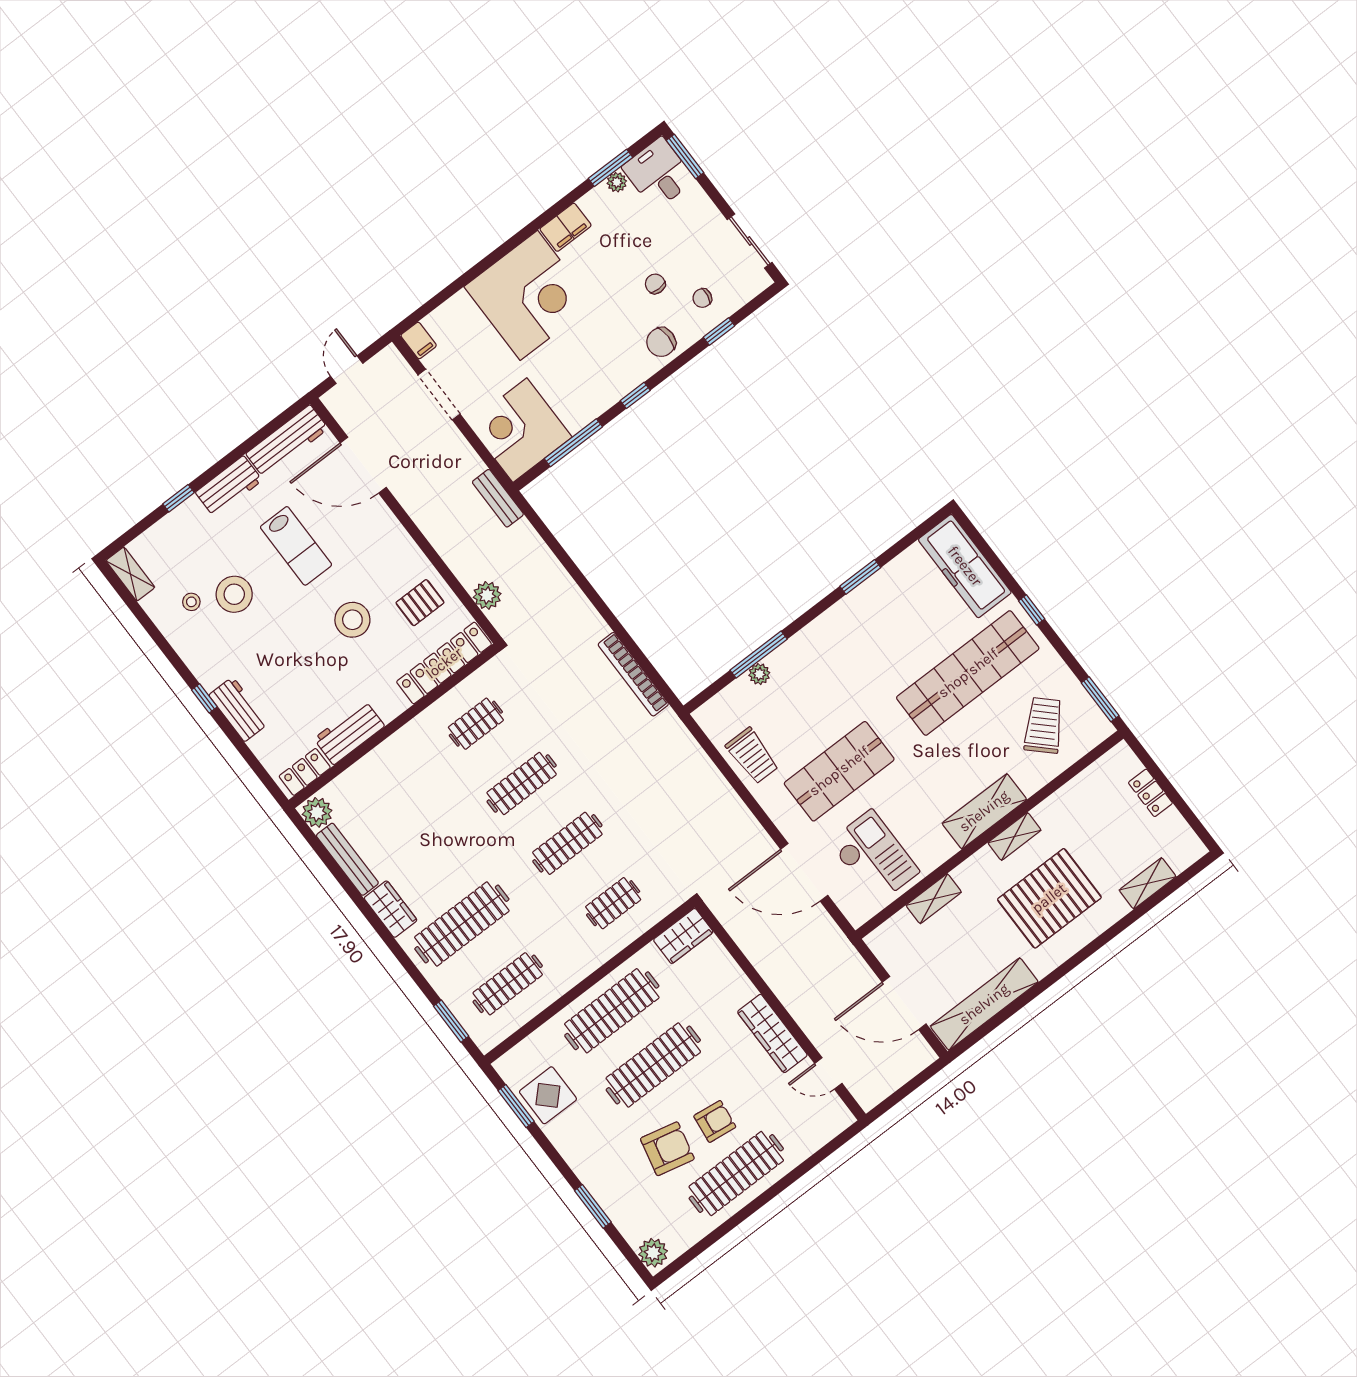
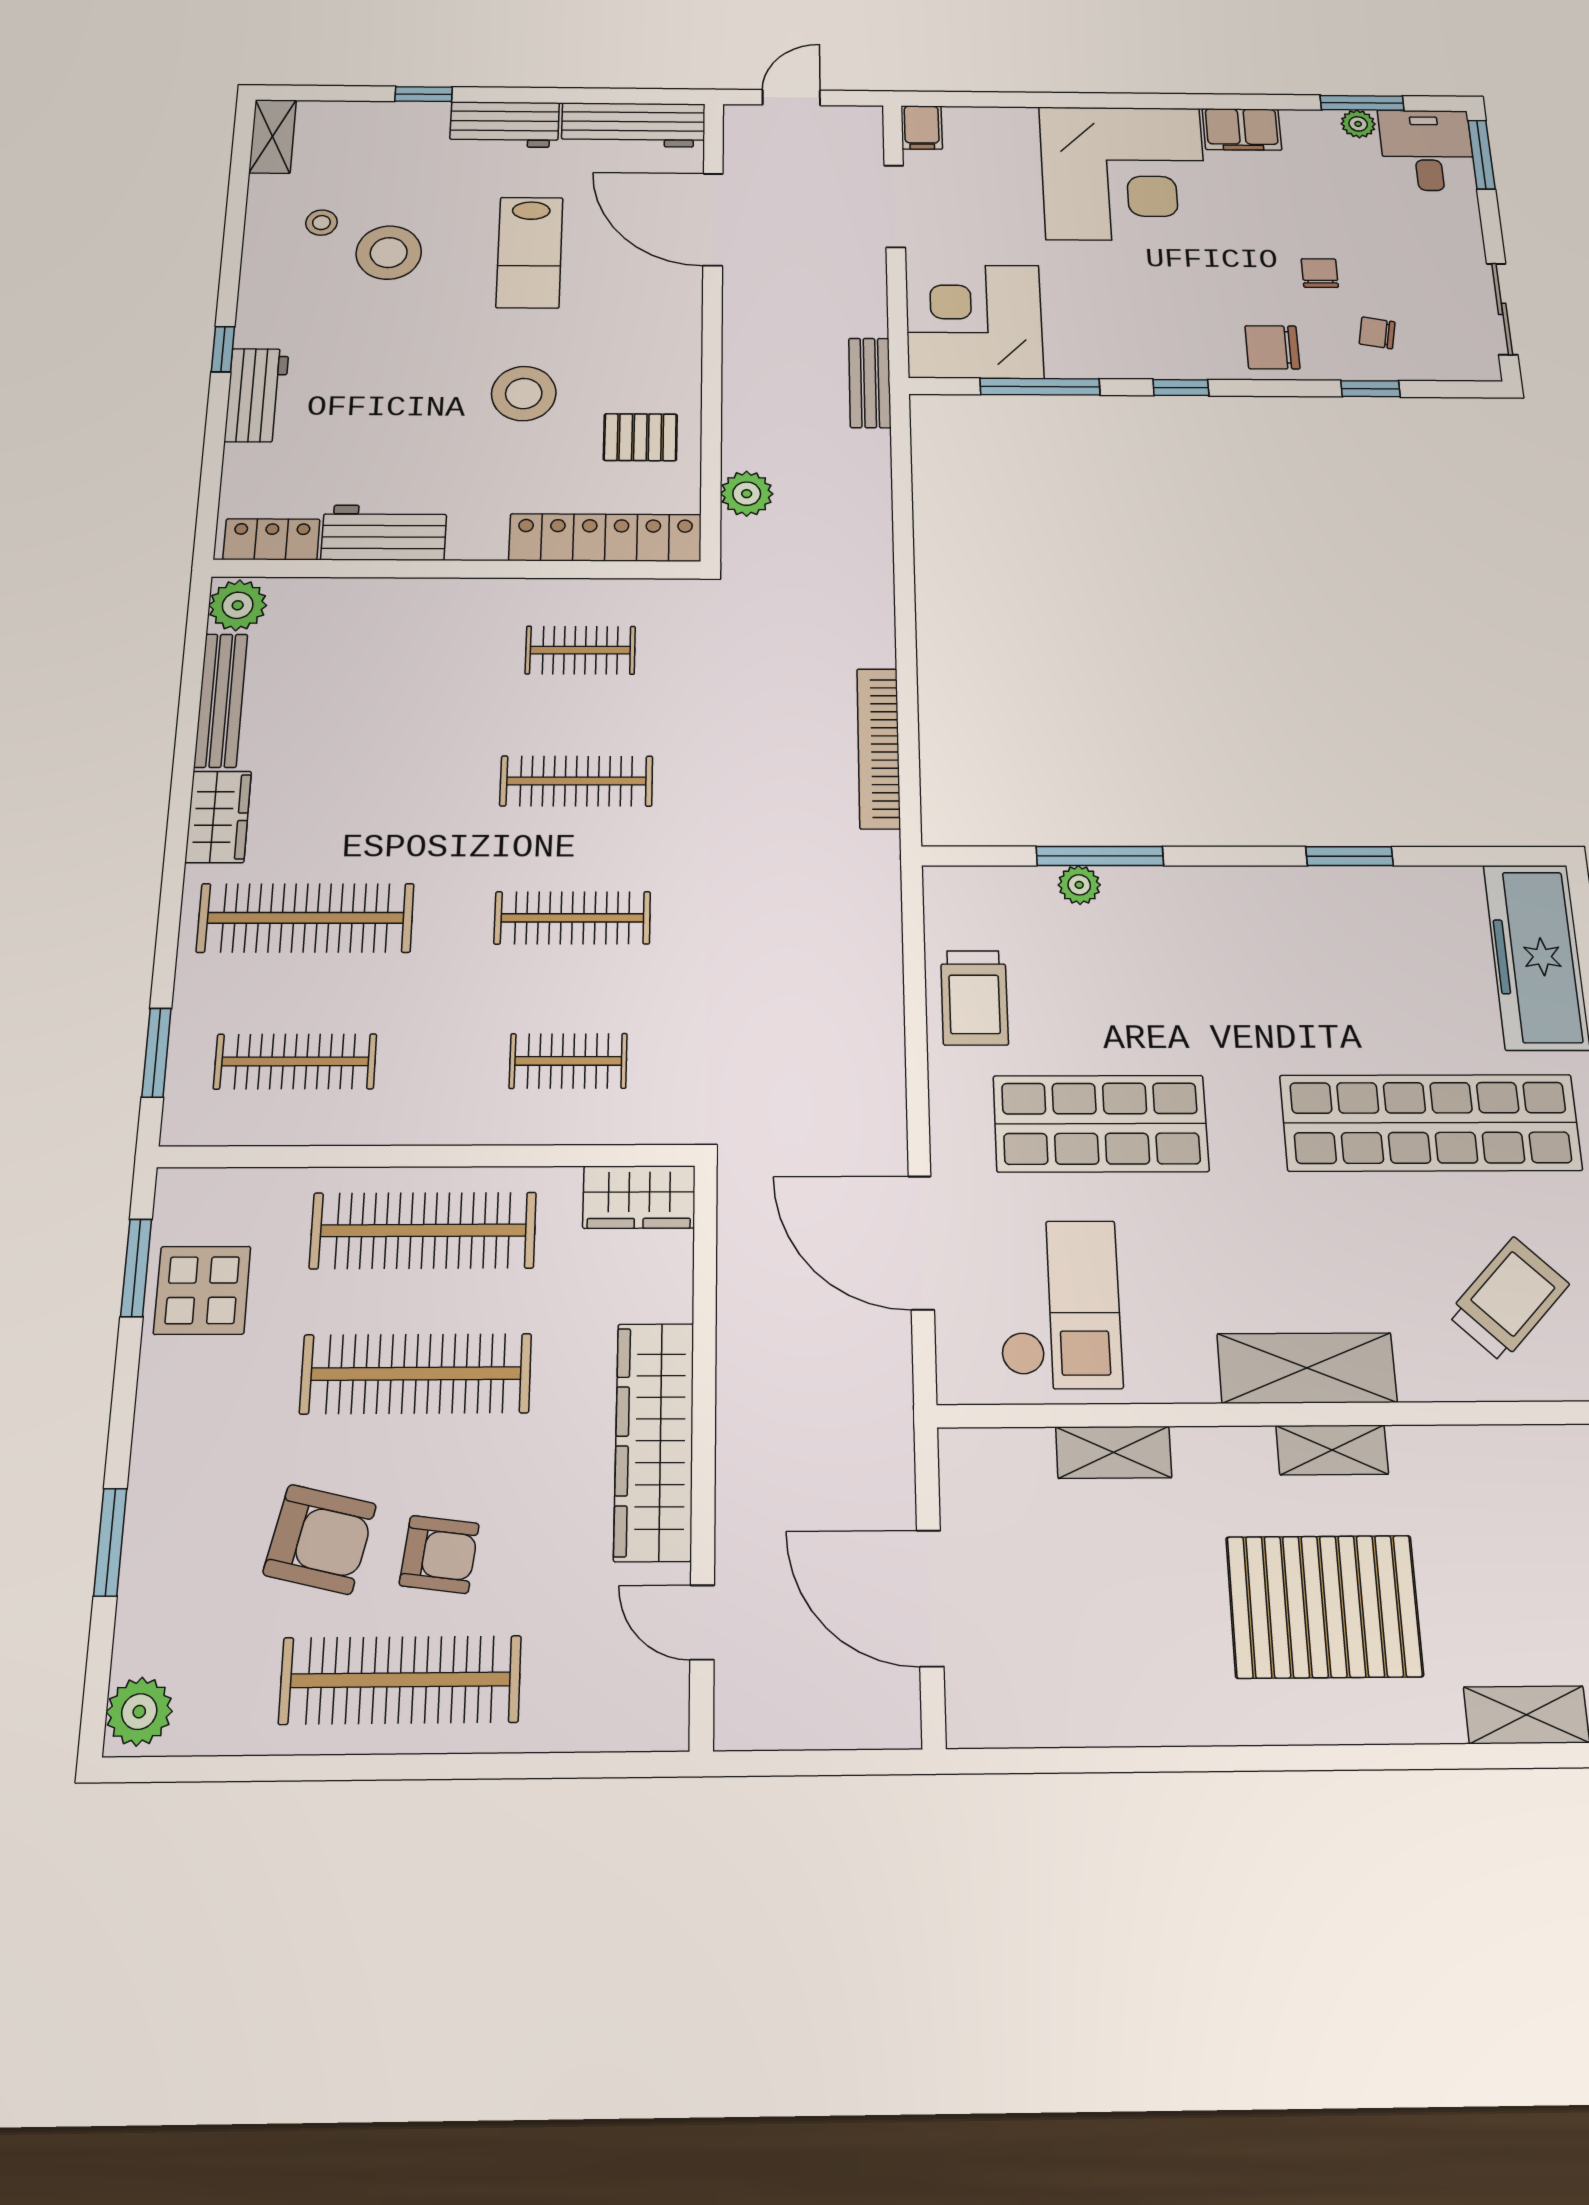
shelving: (984, 1004) -> (1074, 1711), removed
wardrobe: (772, 1033) -> (654, 1441), width x1.40, depth x1.17

